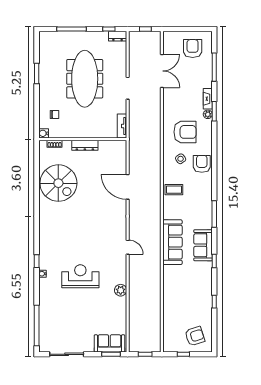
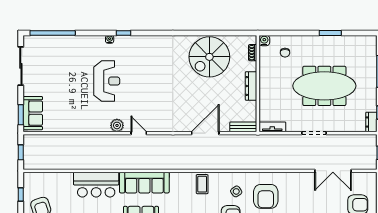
bench: (122, 152) -> (243, 127), added
door: (128, 247) -> (139, 133), swing flipped
bar counter: (174, 286) -> (96, 185), added
plant: (121, 290) -> (117, 125), moved

